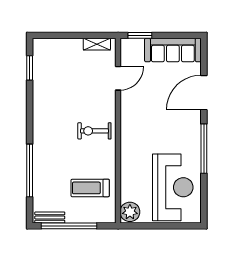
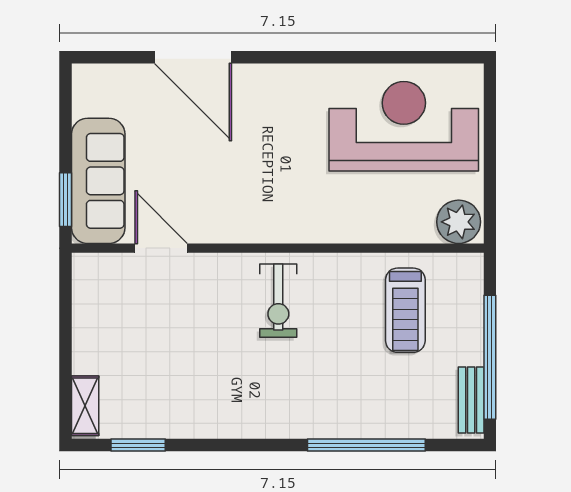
shelving: (97, 44) -> (85, 406), moved
sofa: (173, 50) -> (98, 181), moved
window: (204, 149) -> (318, 57), removed

